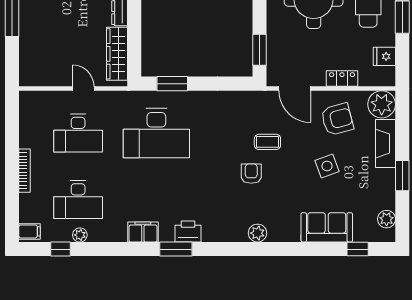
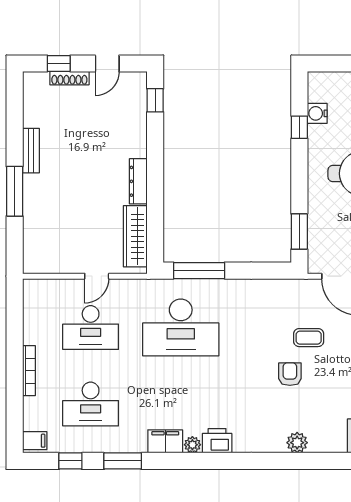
window: (172, 84) -> (199, 271), width x1.44
door: (83, 89) -> (97, 276), swing flipped
plant: (80, 235) -> (192, 445), moved
window: (176, 249) -> (123, 461), moved

